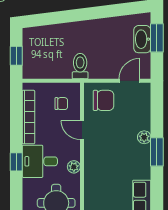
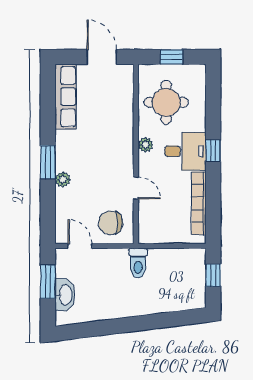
window: (157, 38) -> (48, 282), moved
door: (130, 81) -> (80, 246), swing flipped
chair: (61, 104) -> (160, 219), removed

